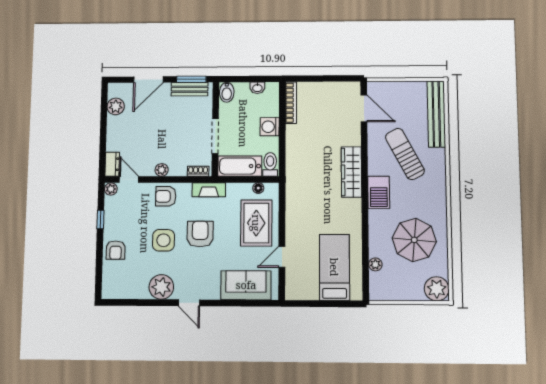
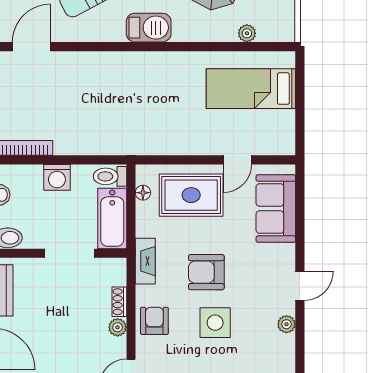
shoe rack: (198, 171) -> (119, 302), moved
wardrobe: (351, 172) -> (121, 65), removed
armchair: (166, 196) -> (154, 321), turned 180
door: (282, 257) -> (237, 160), hinge flipped
plant: (161, 287) -> (286, 324), width x0.53, depth x0.53

